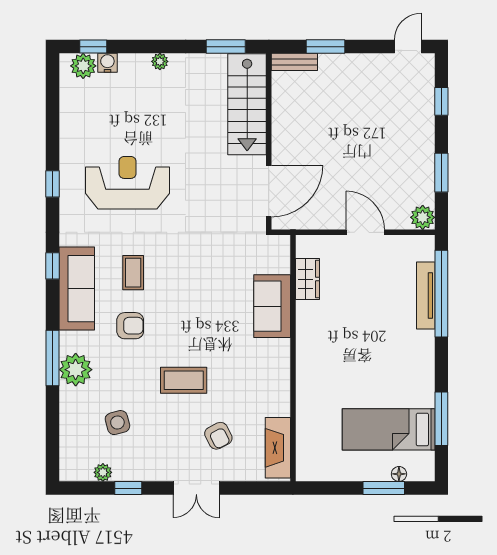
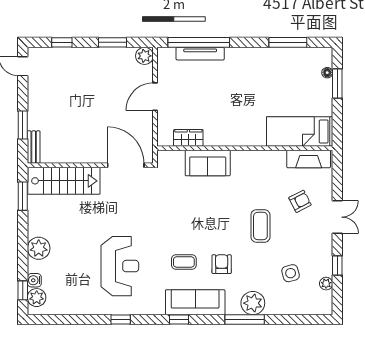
plant: (160, 61) -> (39, 248), width x1.88, depth x1.88
reception desk: (127, 183) -> (120, 266), turned 180
bed: (389, 429) -> (300, 131), moved, turned 90

